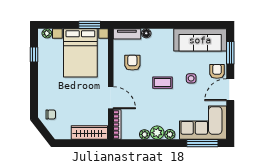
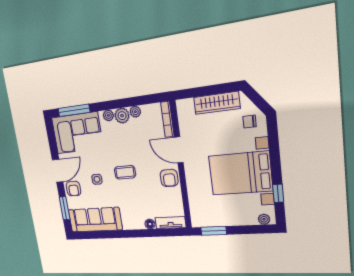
bed with nightstands: (80, 53) -> (240, 173), moved, turned -90
armchair: (132, 63) -> (169, 178), moved
wardrobe: (89, 132) -> (217, 103), moved

